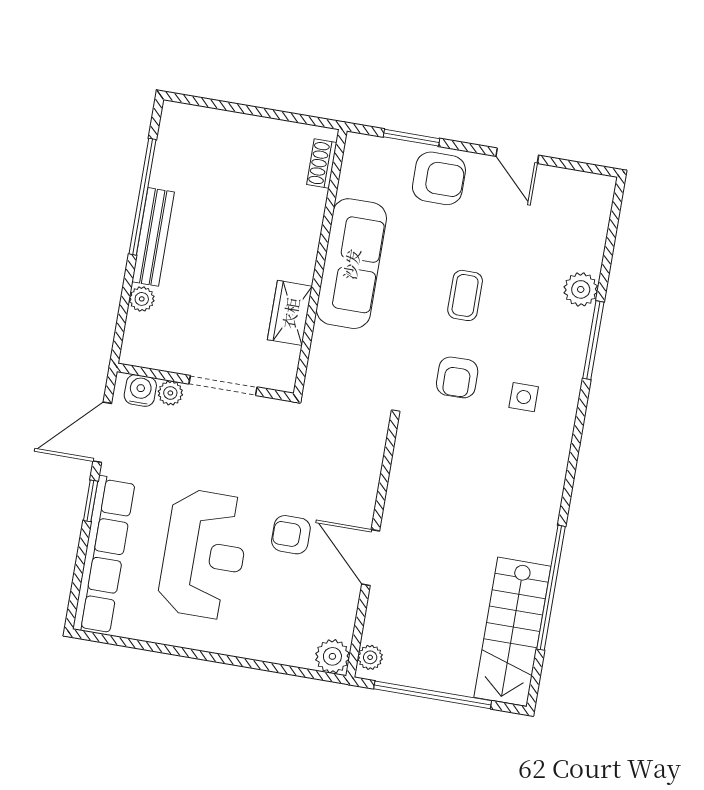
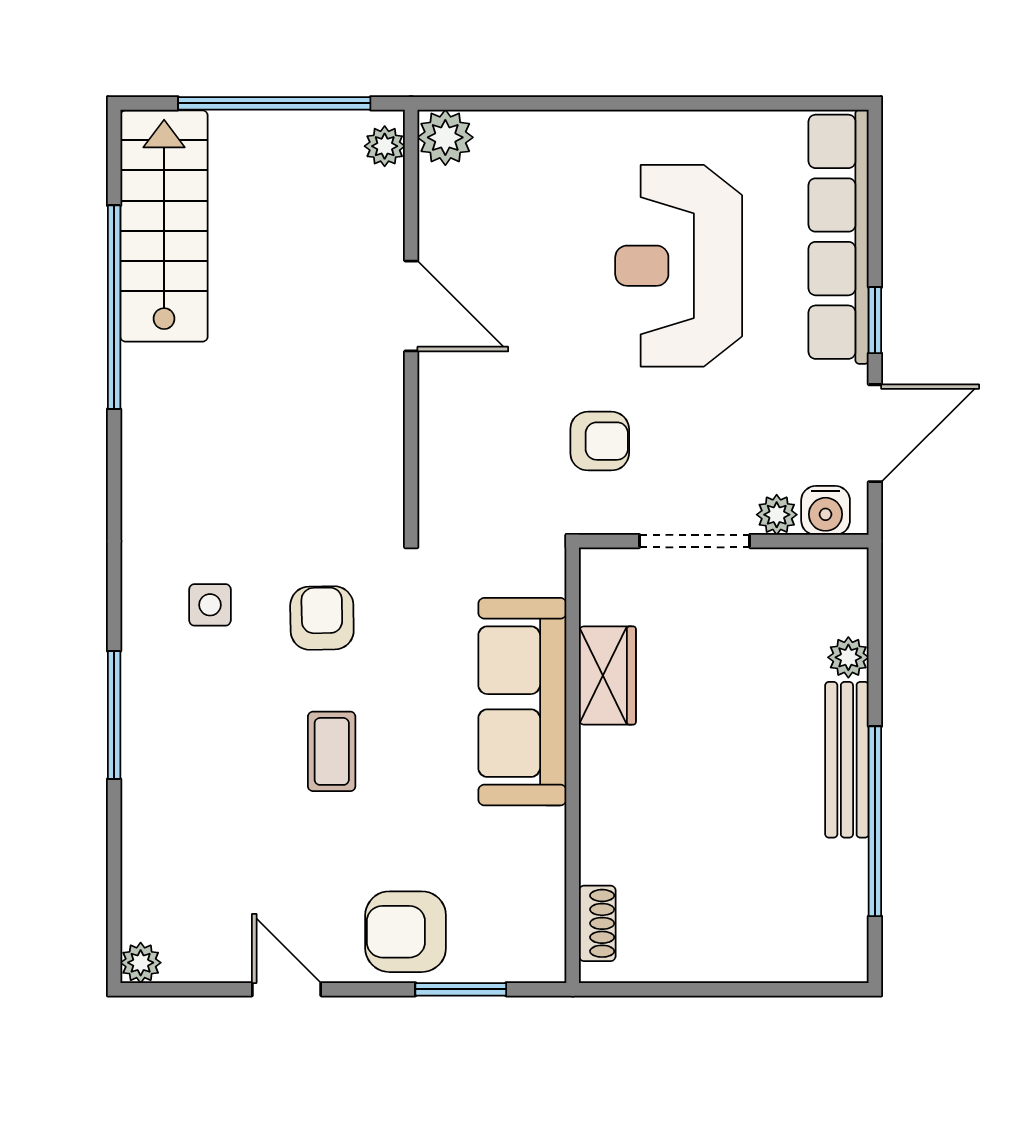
sofa: (351, 264) -> (522, 702), moved
plant: (581, 289) -> (141, 963), moved, width x0.73, depth x0.73
armchair: (291, 535) -> (600, 441), moved

